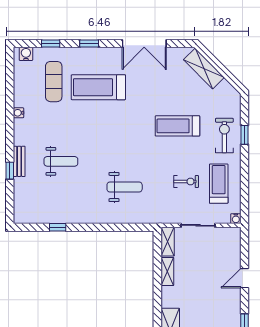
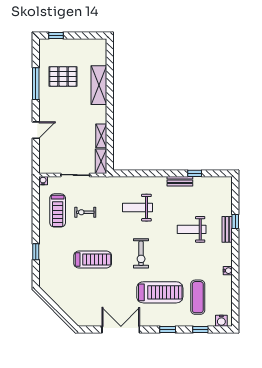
shelving: (204, 69) -> (70, 308), removed
exercise bike: (224, 135) -> (141, 253), moved
bench: (75, 218) -> (180, 181), added

